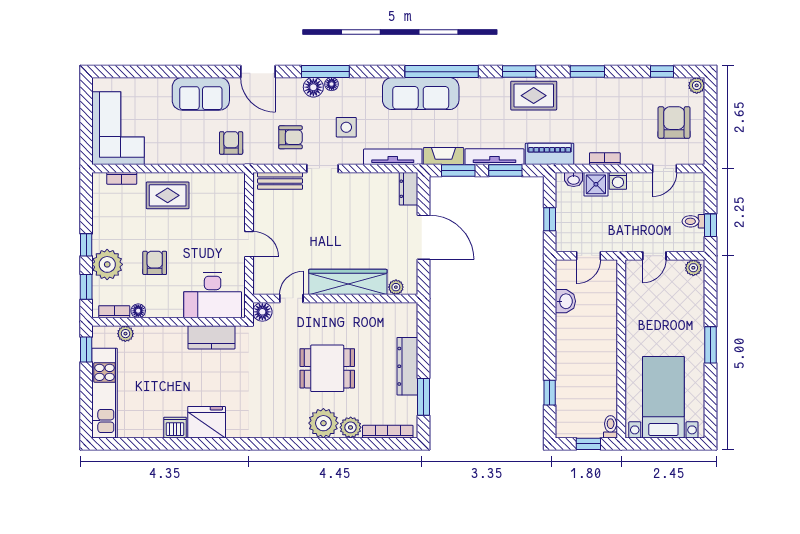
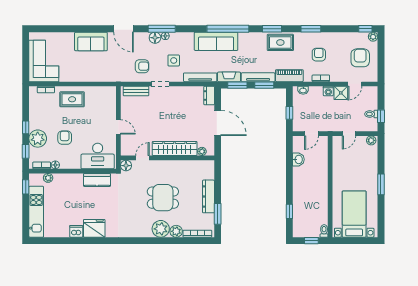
window: (662, 72) -> (365, 29), moved
armchair: (231, 143) -> (319, 55), moved
shower: (596, 184) -> (341, 93), moved

